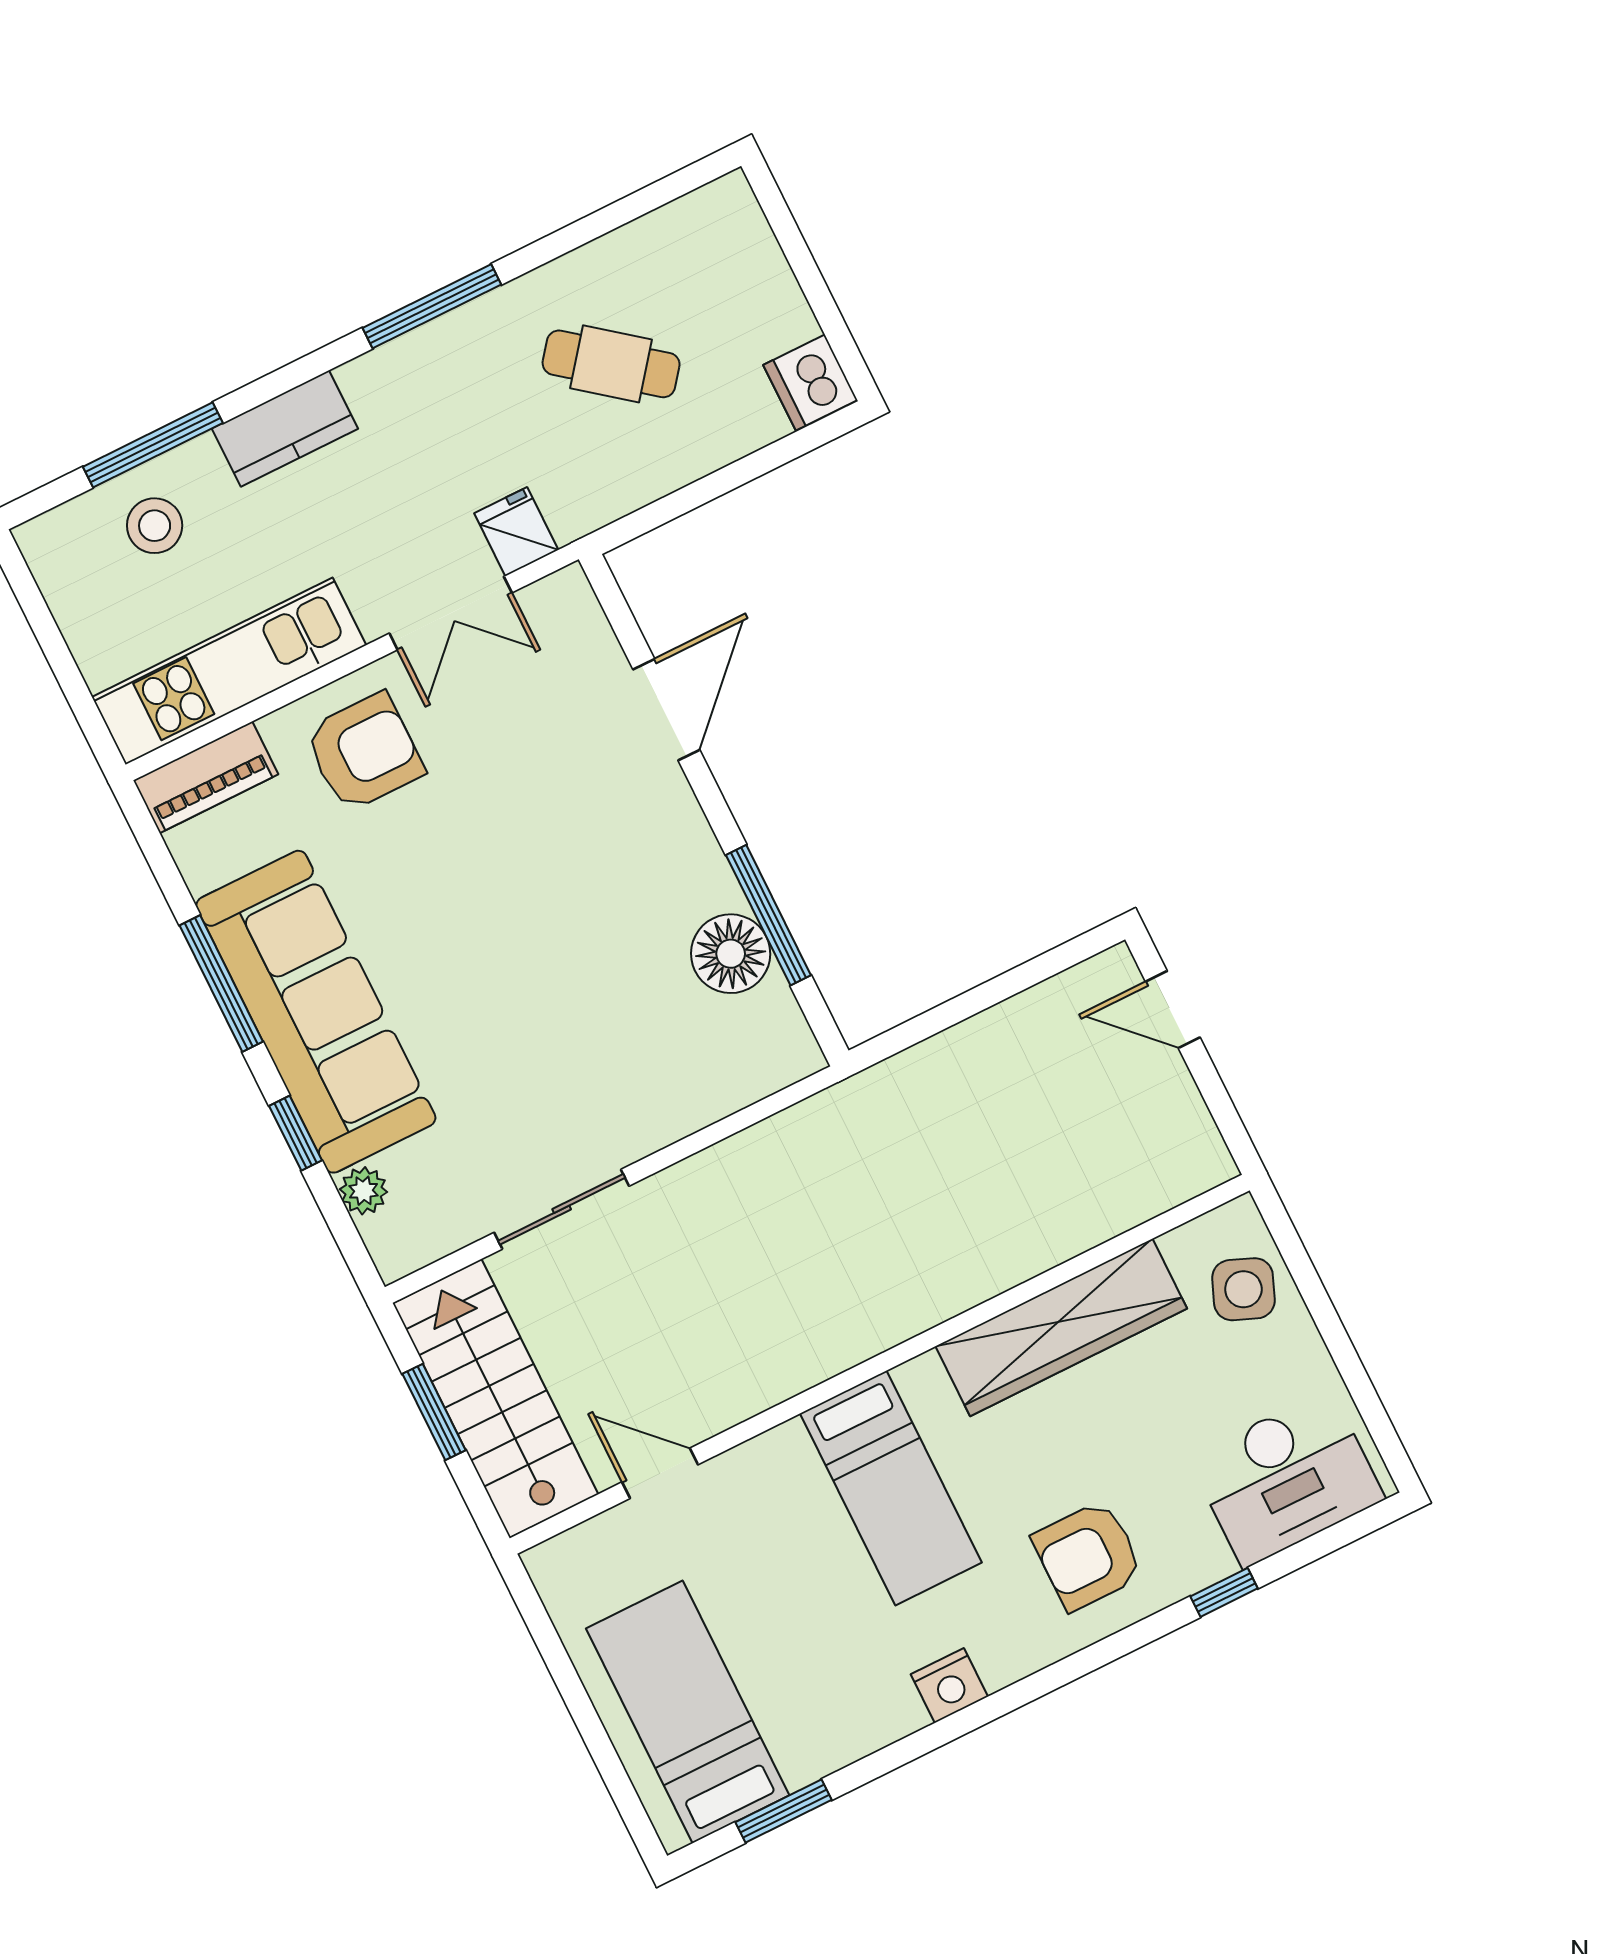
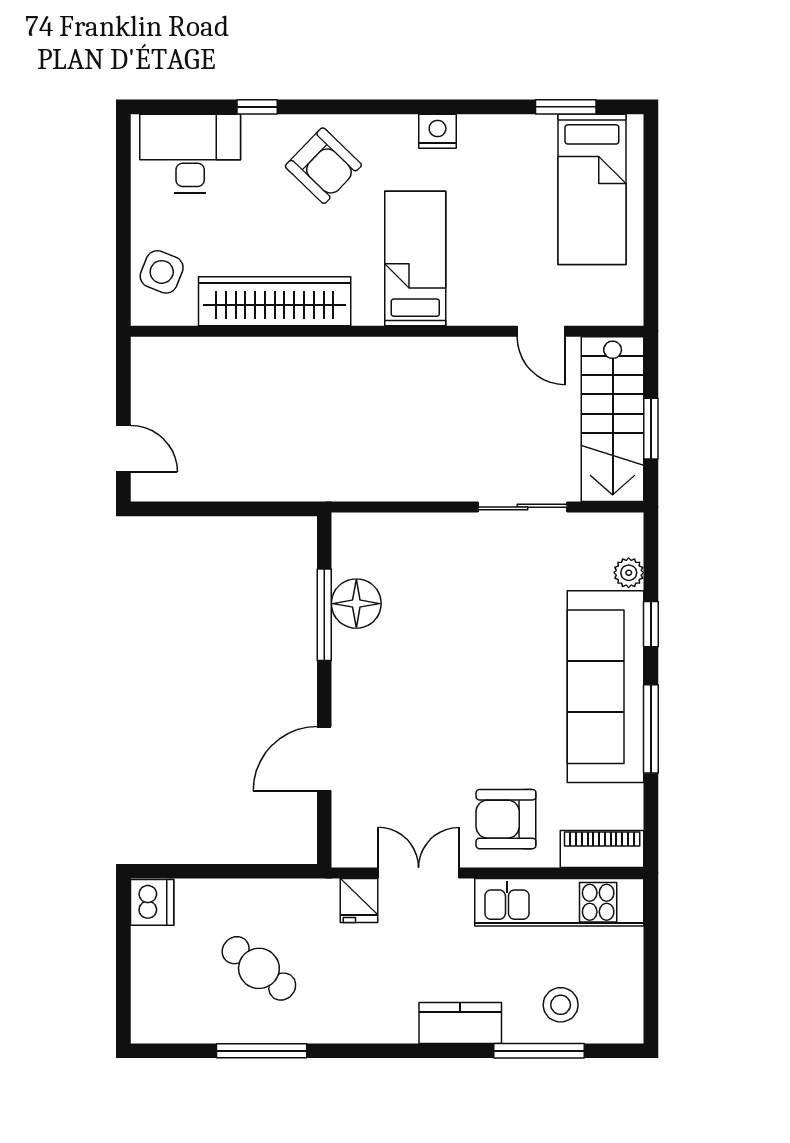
window: (432, 306) -> (262, 1051), moved
armchair: (1088, 1556) -> (323, 166), turned 44

